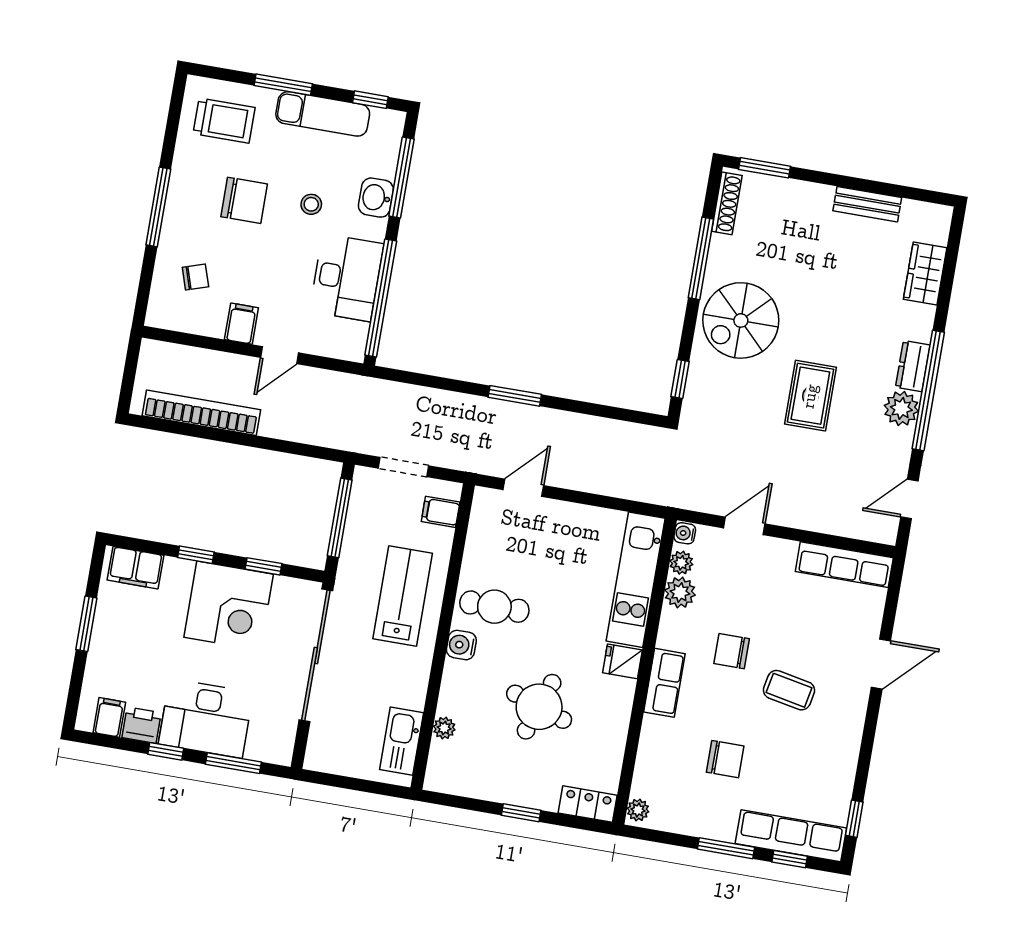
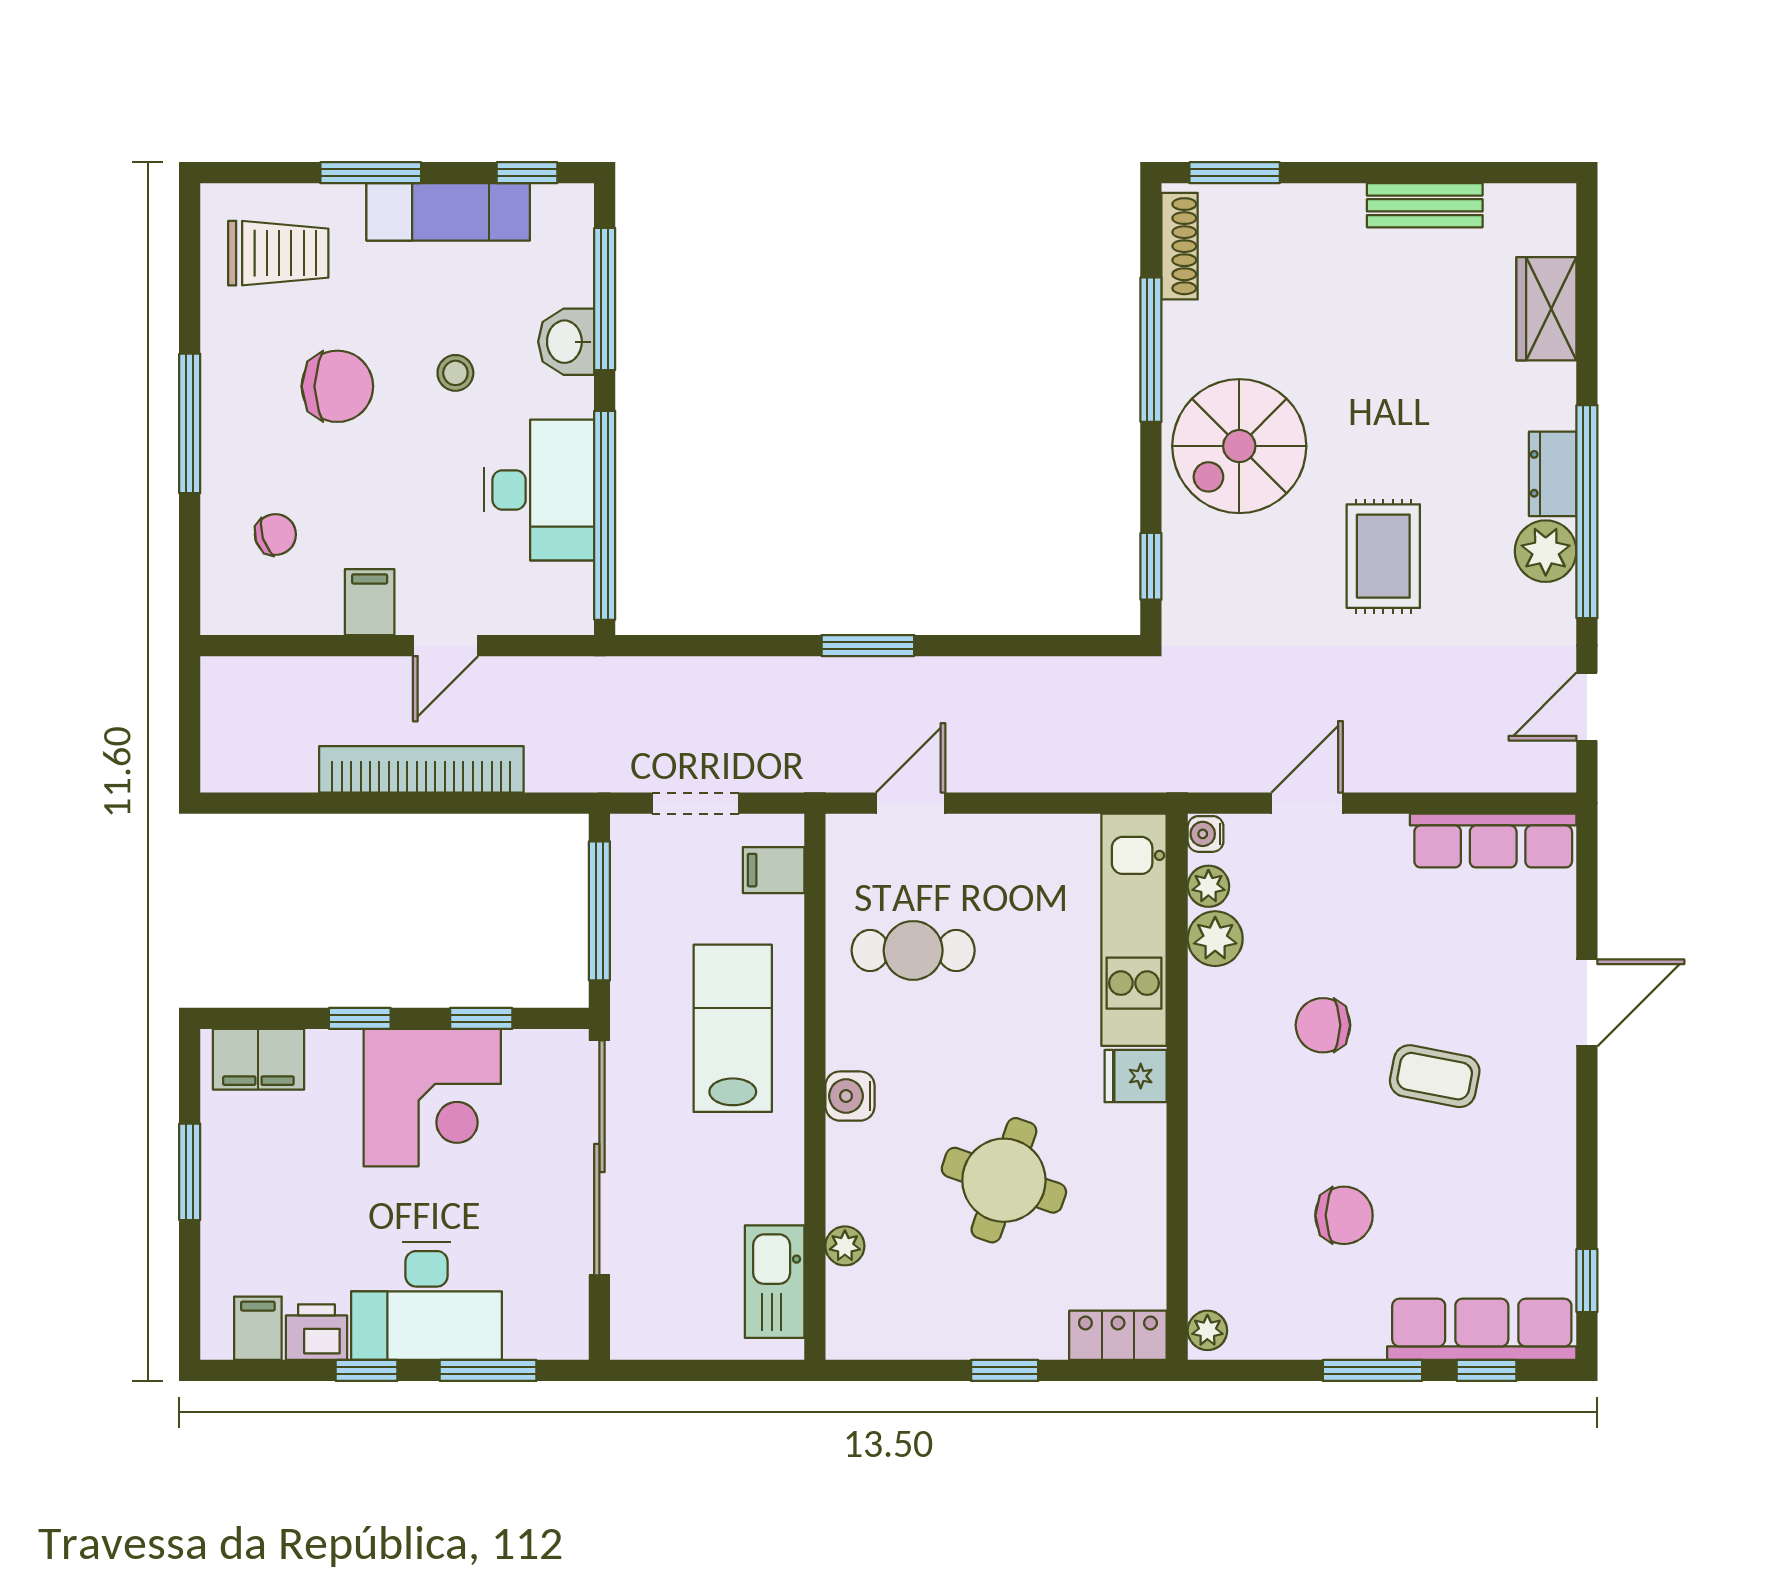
bookcase: (201, 413) -> (421, 769), moved
cafe table: (494, 607) -> (913, 950), moved
row of seats: (664, 683) -> (1215, 1101), removed

